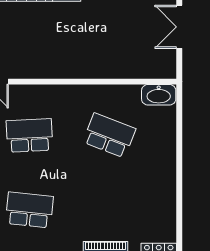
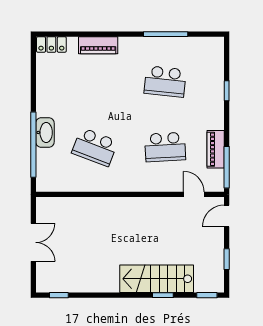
washbasin: (159, 95) -> (45, 132), moved, turned 90
window: (179, 138) -> (33, 145), added

